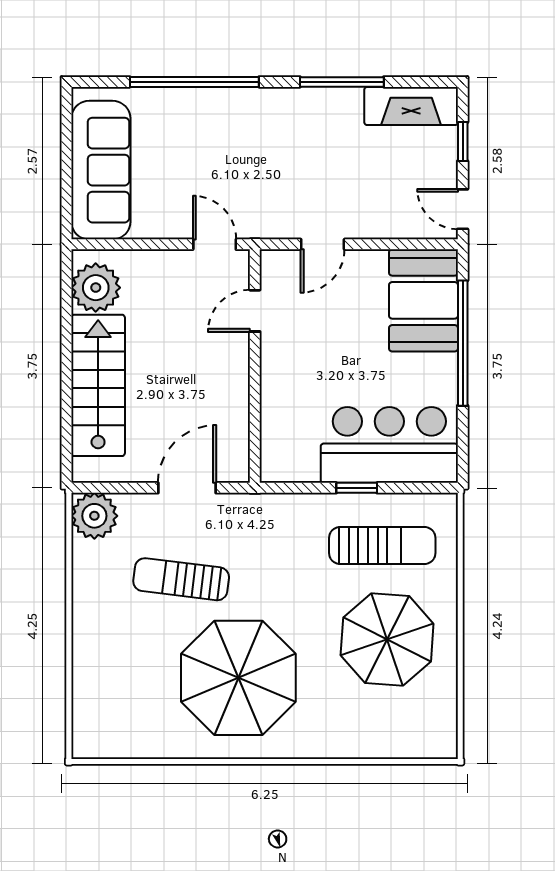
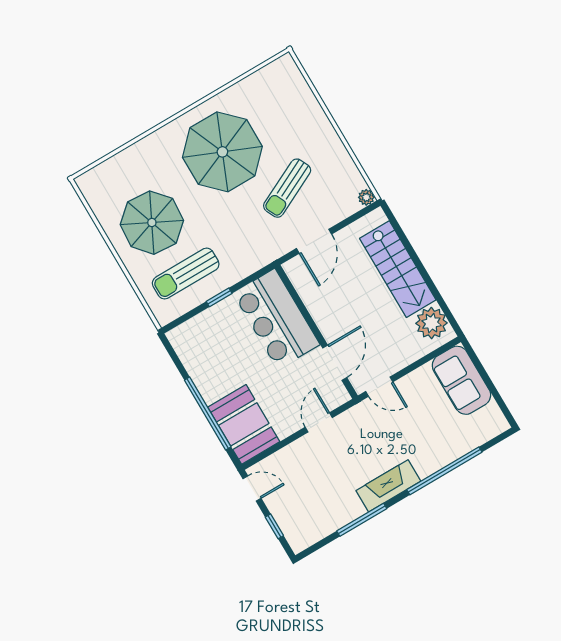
fireplace: (411, 106) -> (388, 486), moved
sofa: (101, 170) -> (461, 380), width x0.73
door: (255, 311) -> (335, 363), width x1.38
bar counter: (389, 445) -> (276, 319), moved, turned 90
plant: (94, 516) -> (366, 197), width x0.53, depth x0.53
sun lounger: (181, 579) -> (287, 188), turned 147

